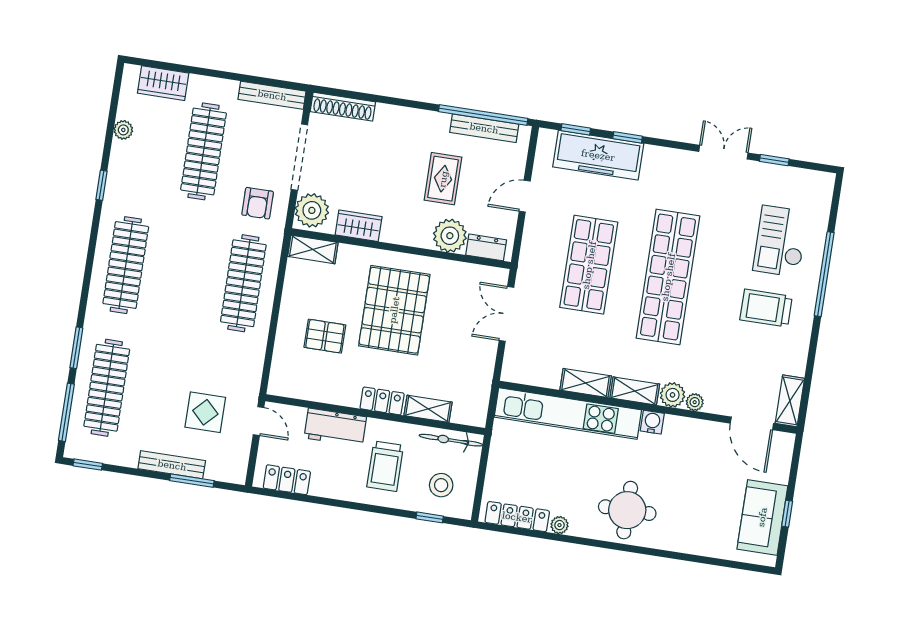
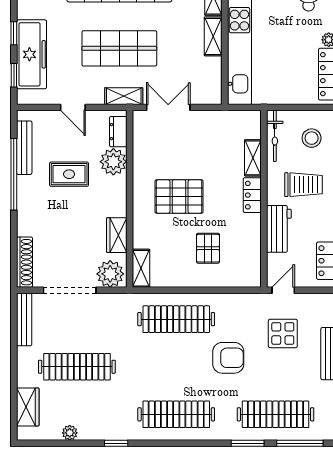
window: (483, 115) -> (14, 174), moved
armchair: (258, 203) -> (228, 358), moved, width x1.38, depth x1.38
shelving: (529, 261) -> (124, 96), added
pallet: (394, 310) -> (179, 197), width x0.73, depth x0.71
double door: (506, 314) -> (168, 107), swing flipped

